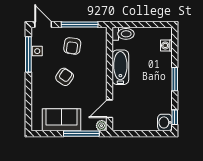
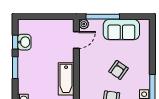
window: (175, 117) -> (15, 42), moved
washbasin: (165, 122) -> (24, 42), moved

